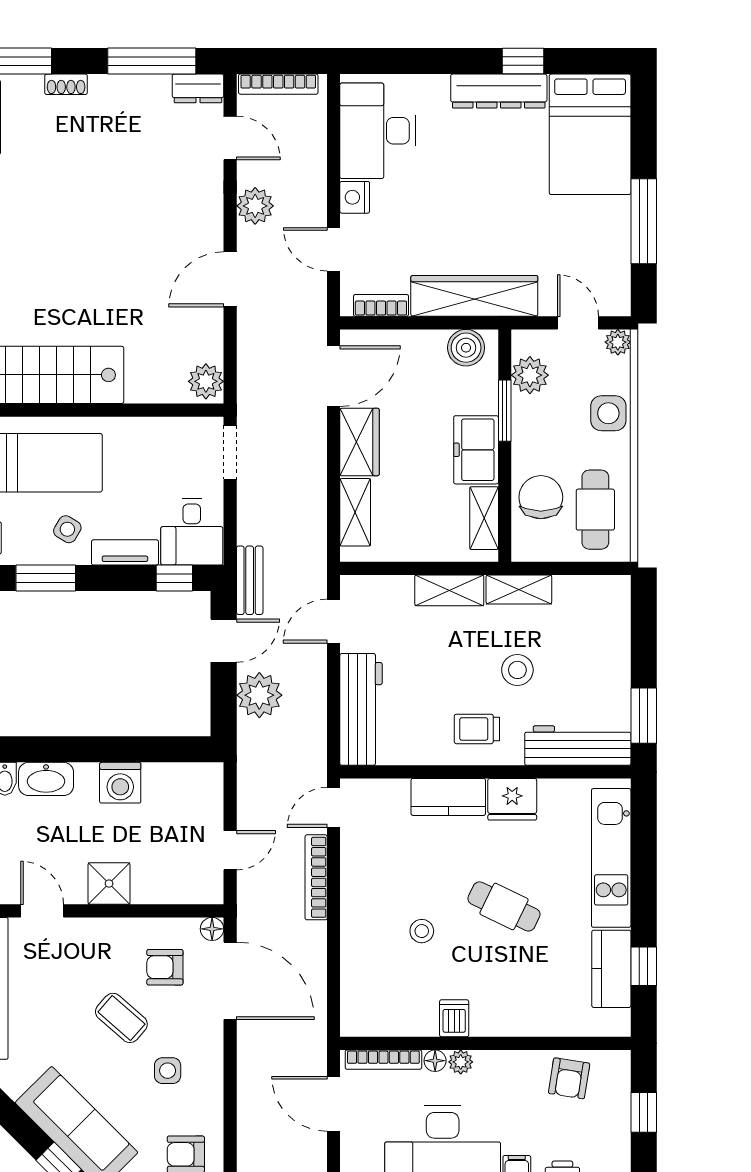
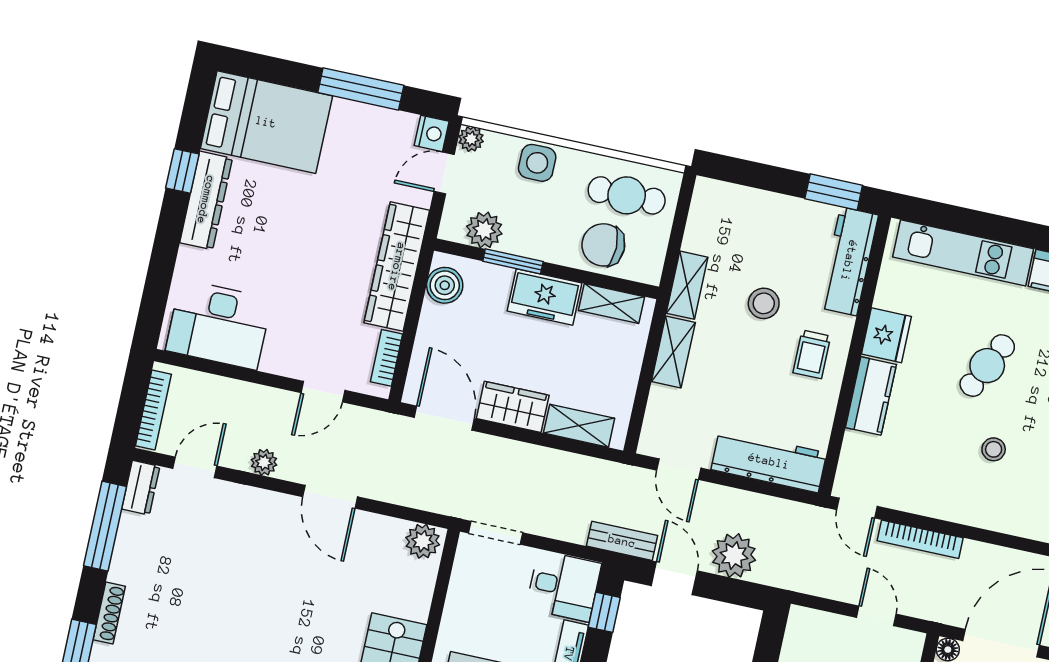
shoe rack: (66, 84) -> (109, 613), width x1.43
nightstand: (355, 197) -> (432, 133), moved, turned -90
plant: (255, 206) -> (264, 462), width x0.73, depth x0.73

